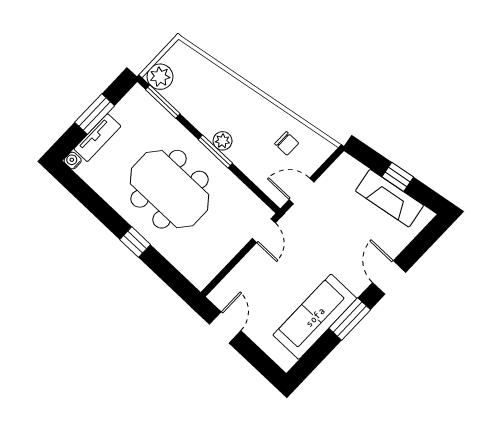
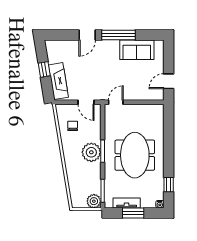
tv unit: (97, 138) -> (127, 203), moved
plant: (223, 141) -> (91, 152), width x1.88, depth x1.88
fireplace: (390, 198) -> (58, 81), moved
window: (135, 242) -> (169, 185), moved
sofa: (315, 317) -> (137, 50), width x0.73
window: (350, 319) -> (119, 35), width x1.44

